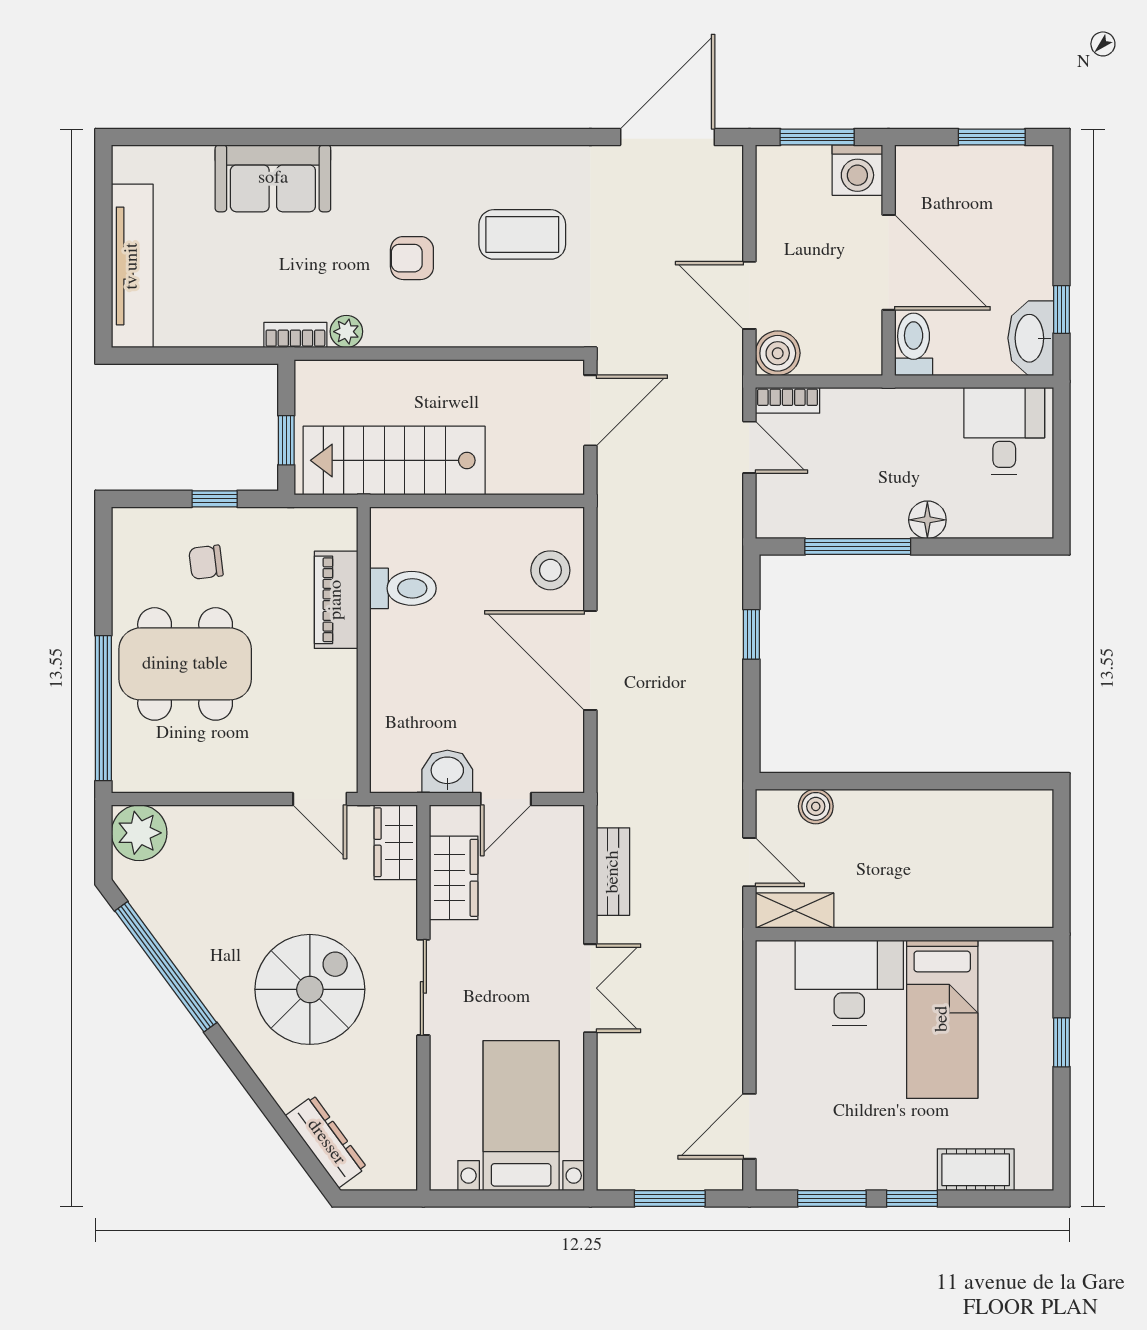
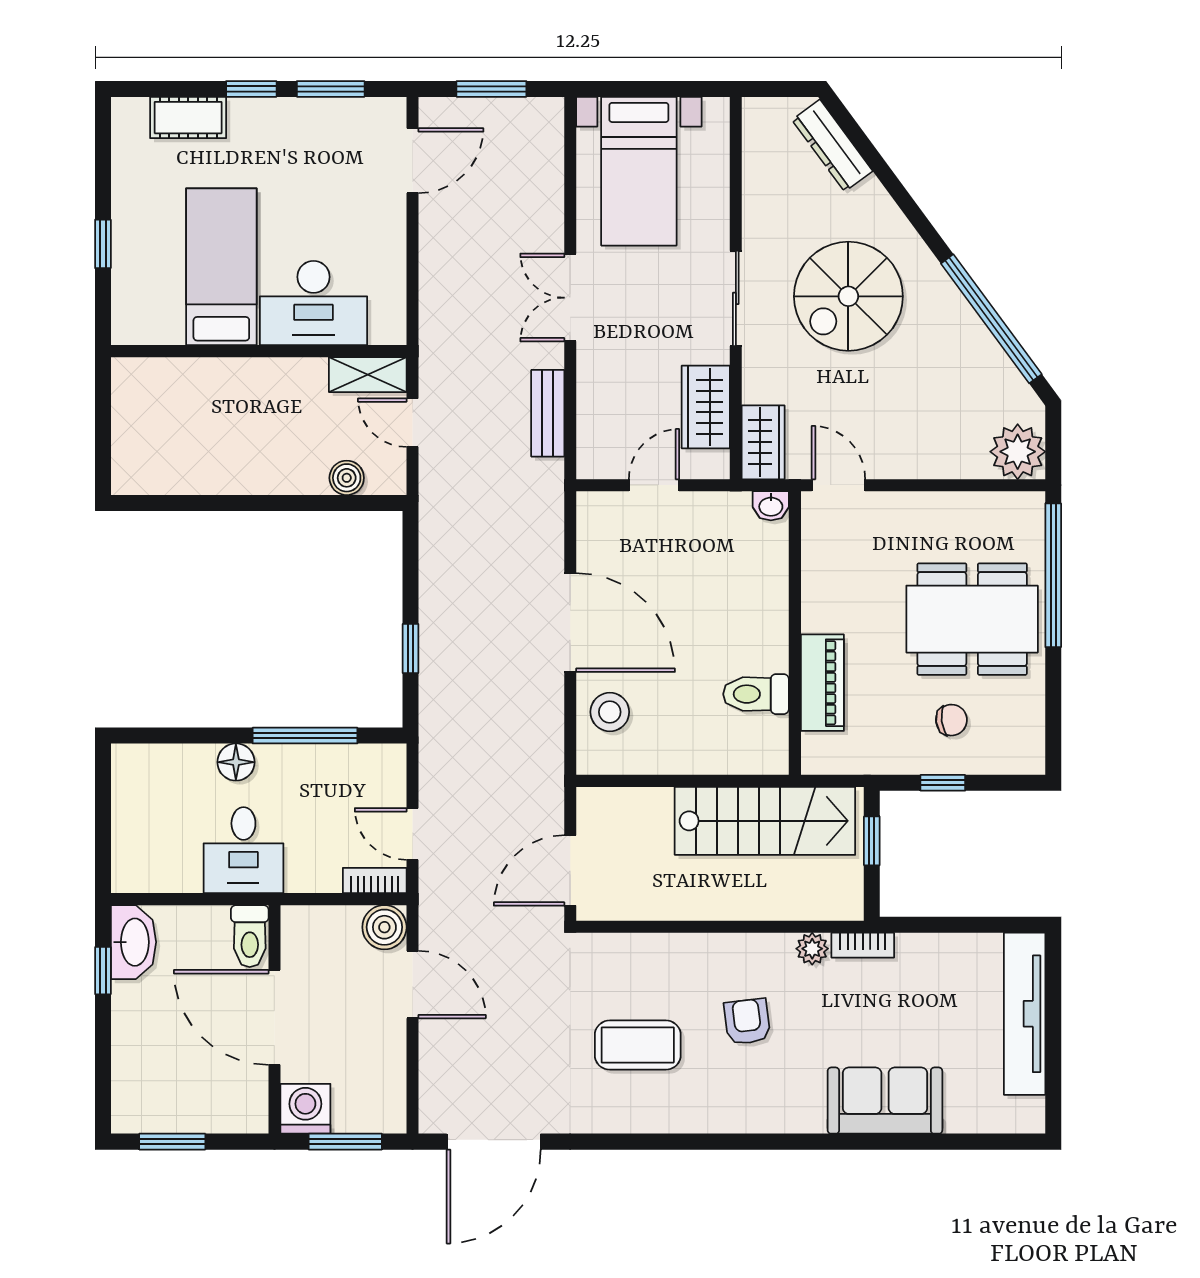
armchair: (412, 258) -> (747, 1022), turned -97
desk: (1004, 431) -> (243, 850), moved
washbasin: (447, 772) -> (771, 506), moved, width x0.72, depth x0.69

